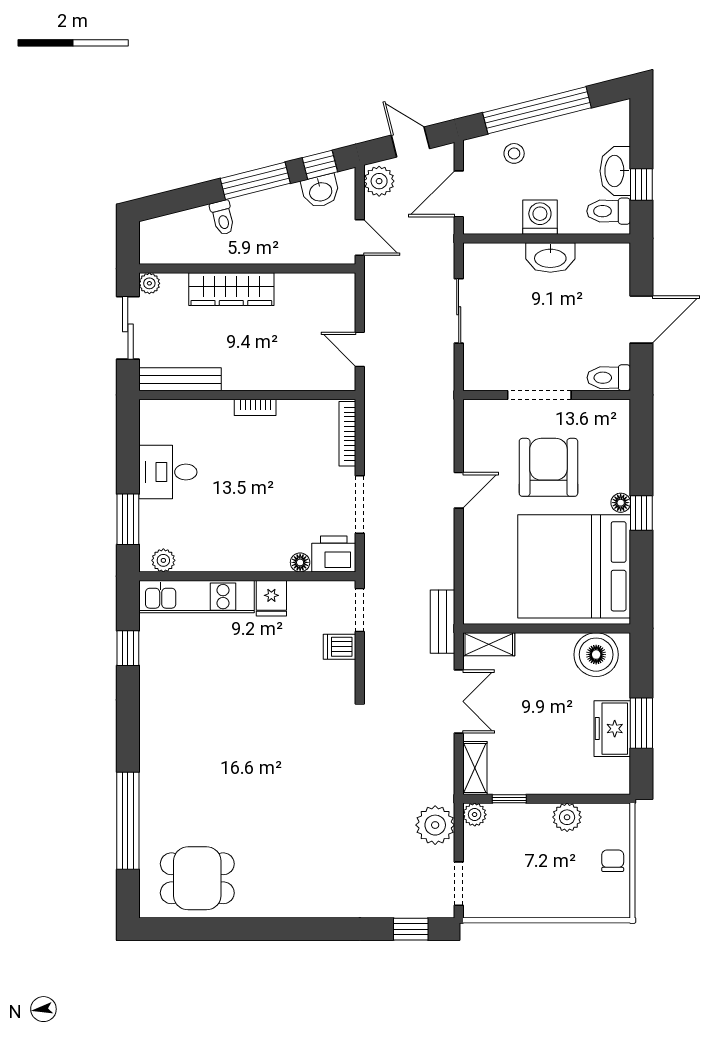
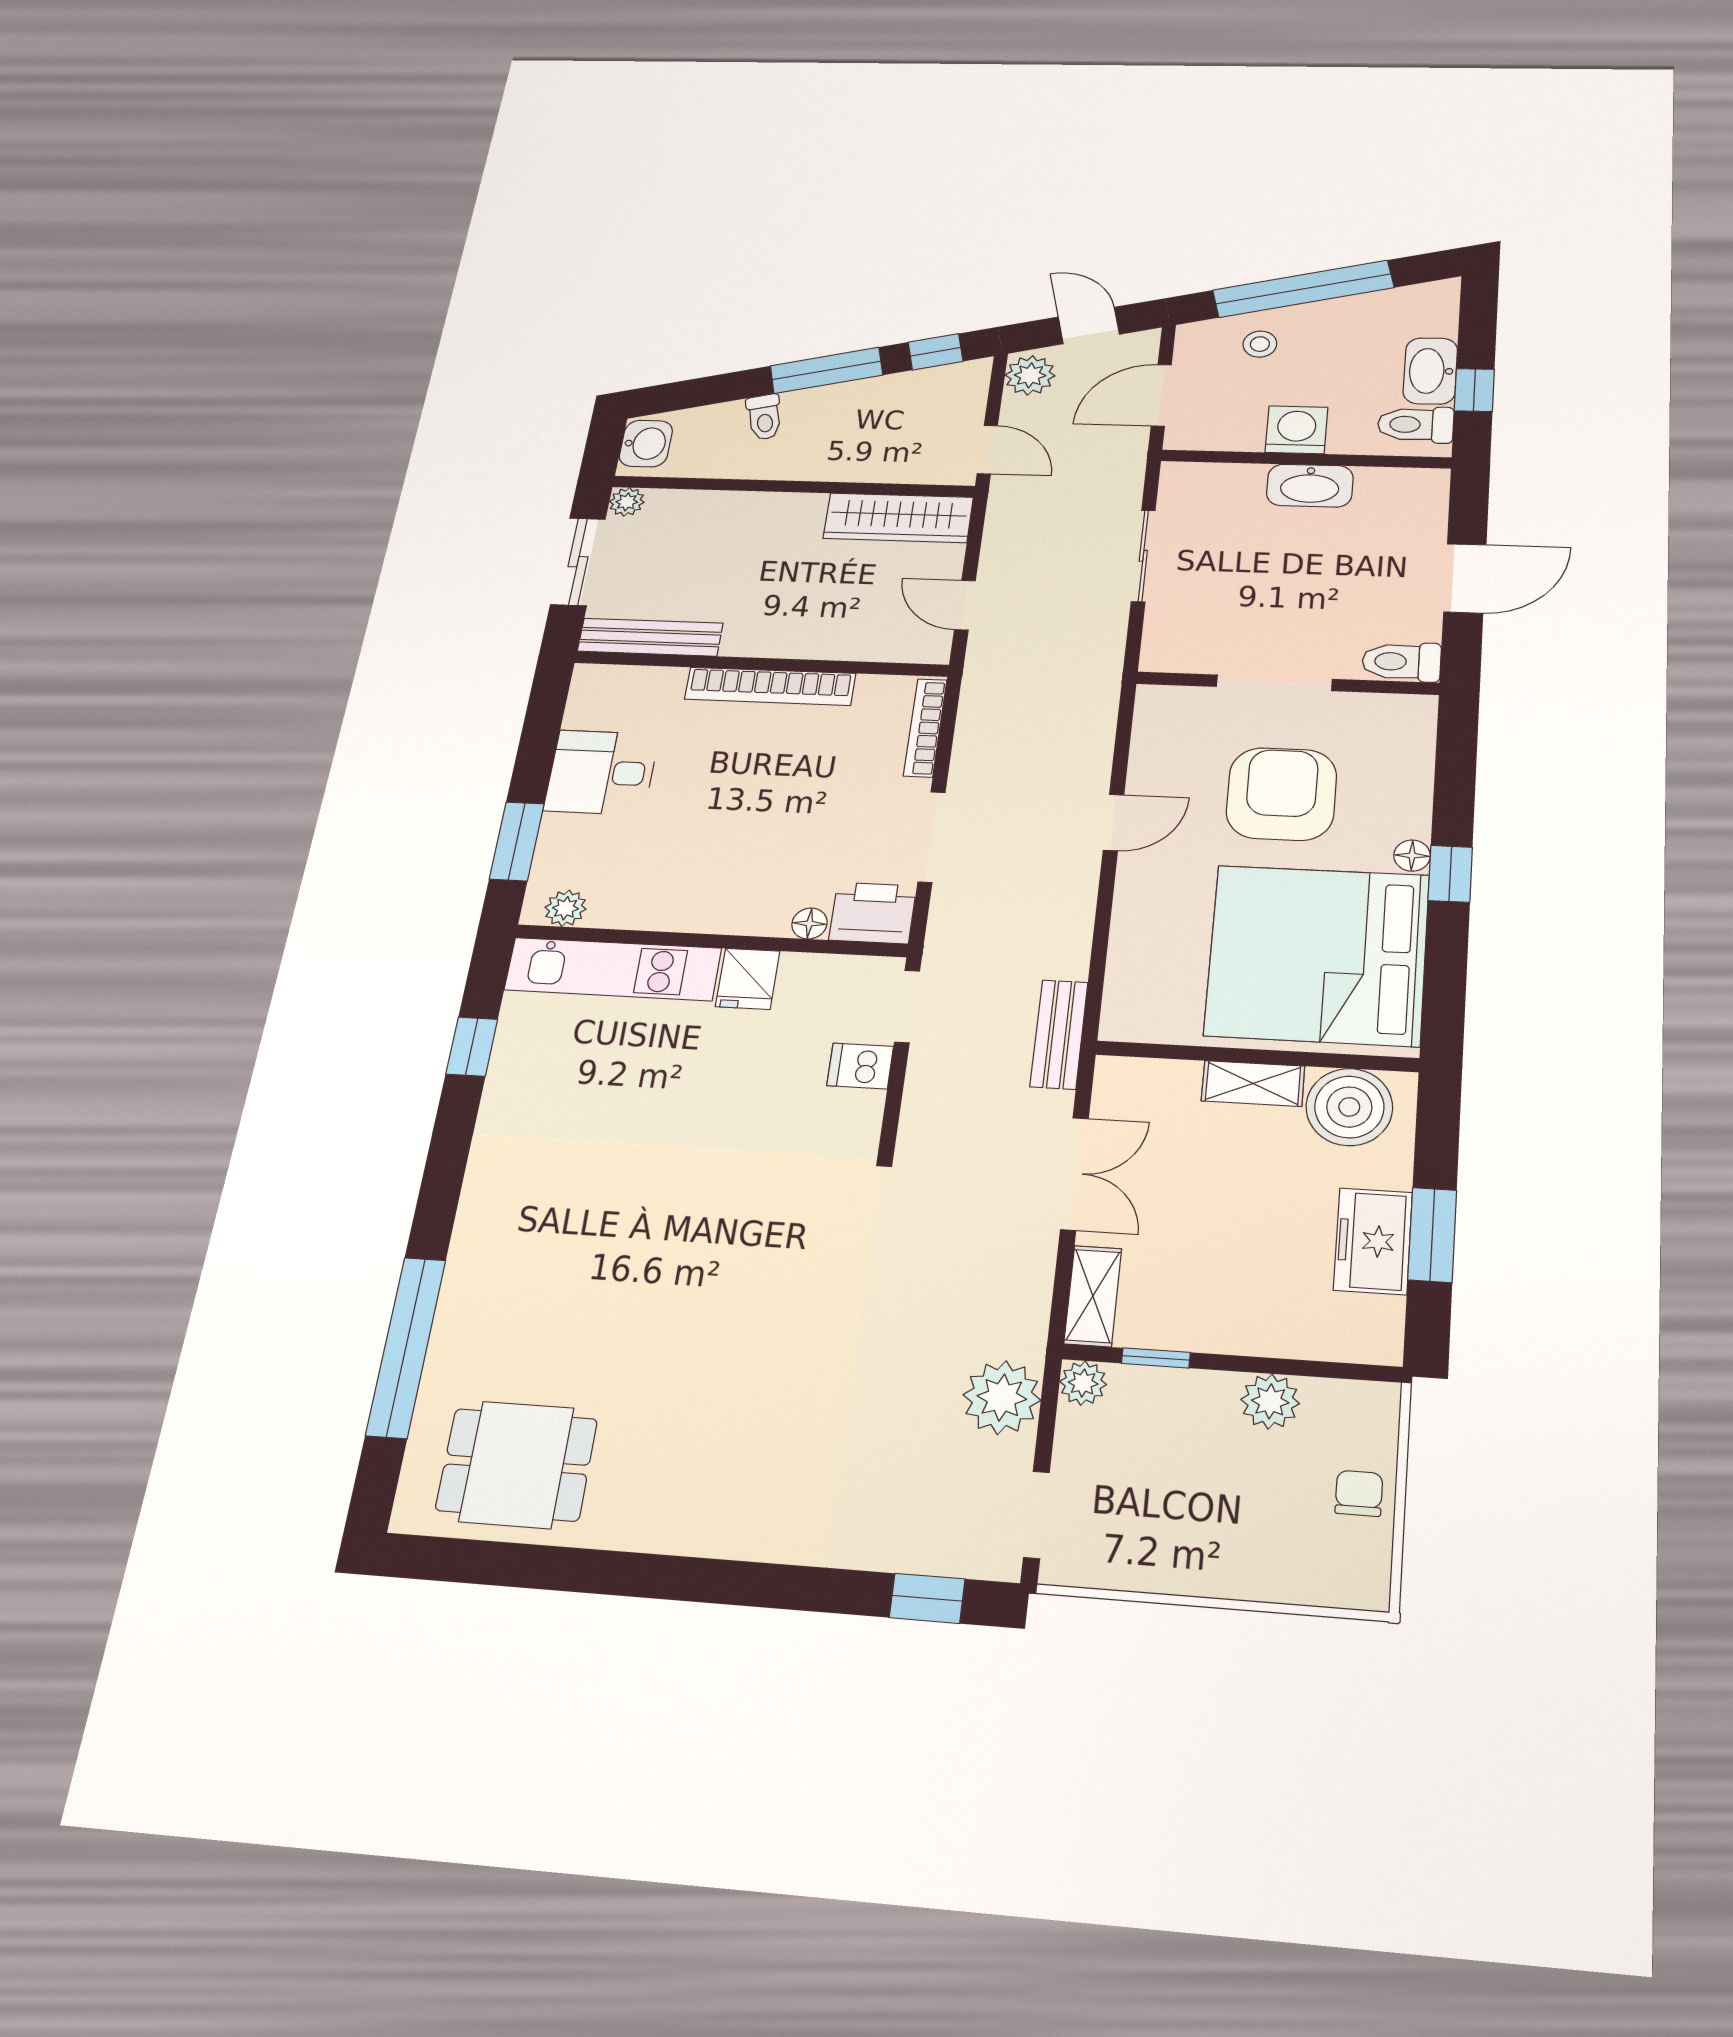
washbasin: (320, 191) -> (646, 444), moved, turned -76
wardrobe: (231, 289) -> (898, 518), moved
bookcase: (255, 407) -> (770, 686), width x2.31, depth x1.31
shelving: (489, 644) -> (1253, 1083), moved

